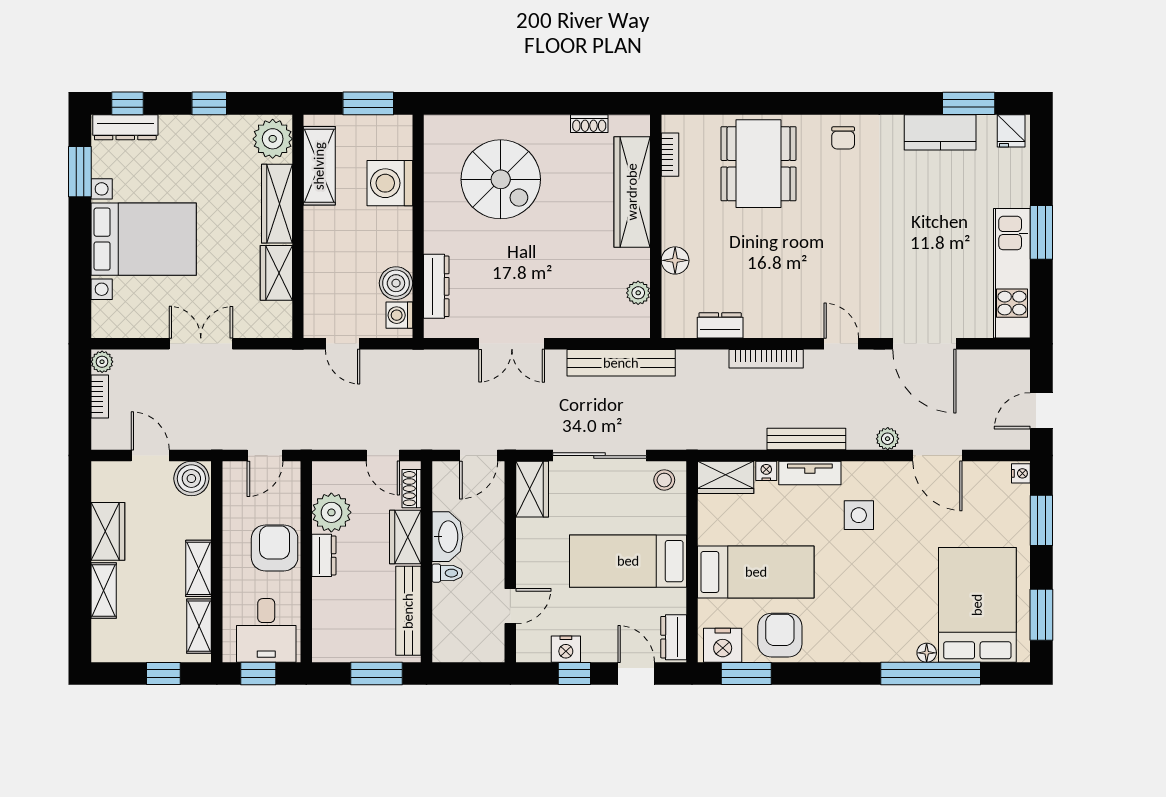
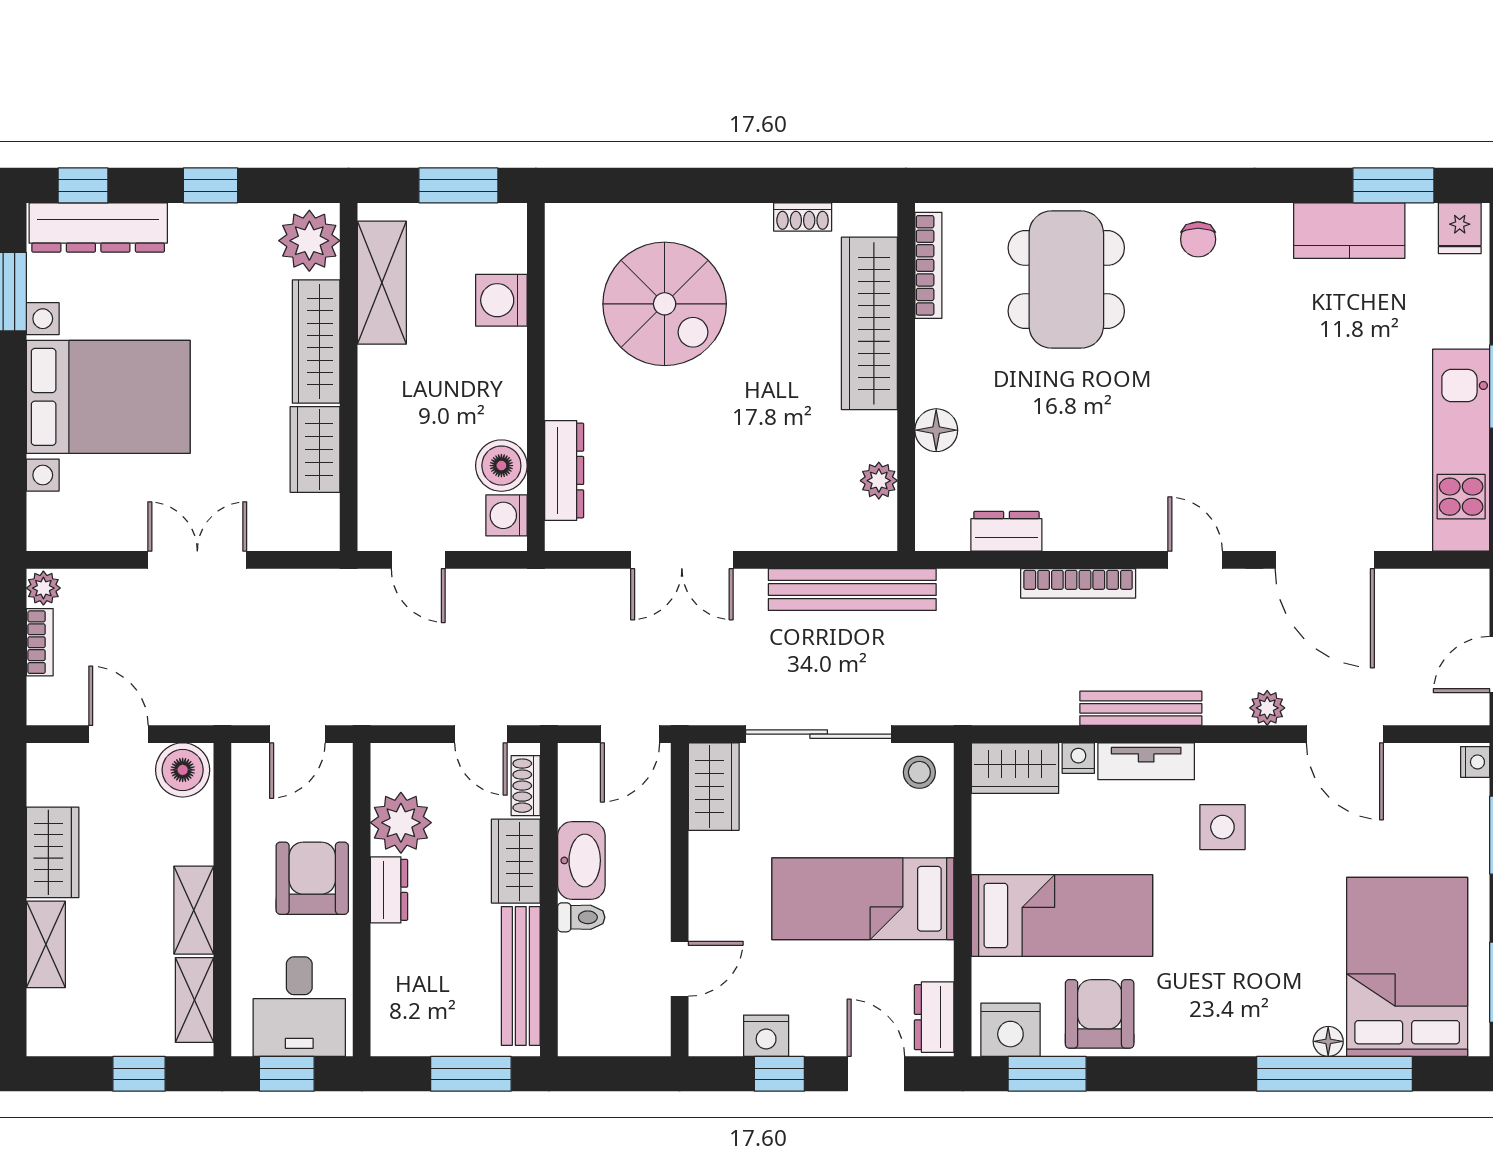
dresser: (125, 127) -> (98, 227), width x1.37, depth x1.24
bookcase: (670, 155) -> (928, 265), width x1.56
washing machine: (390, 183) -> (501, 300), width x0.73, depth x0.73

